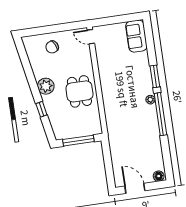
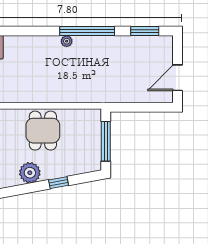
window: (155, 76) -> (145, 31), moved
dining table: (79, 91) -> (43, 131), turned 90
floor lamp: (159, 176) -> (166, 45), removed

